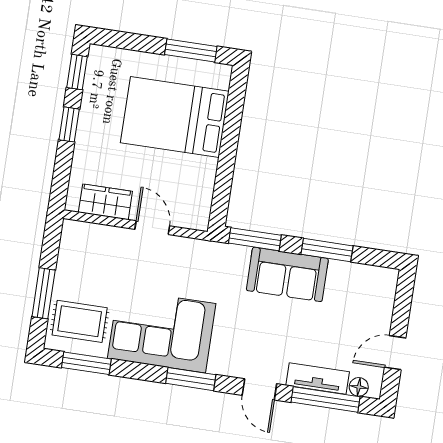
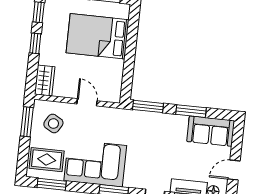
wardrobe: (105, 202) -> (45, 80), moved, turned 90
side table: (94, 261) -> (53, 123), added
sofa: (287, 274) -> (211, 131), moved
window: (44, 293) -> (27, 122), moved

